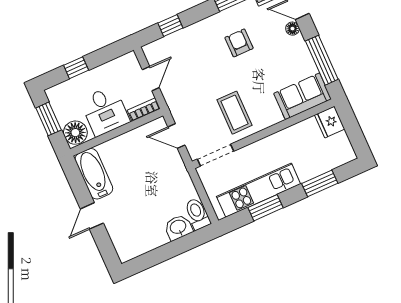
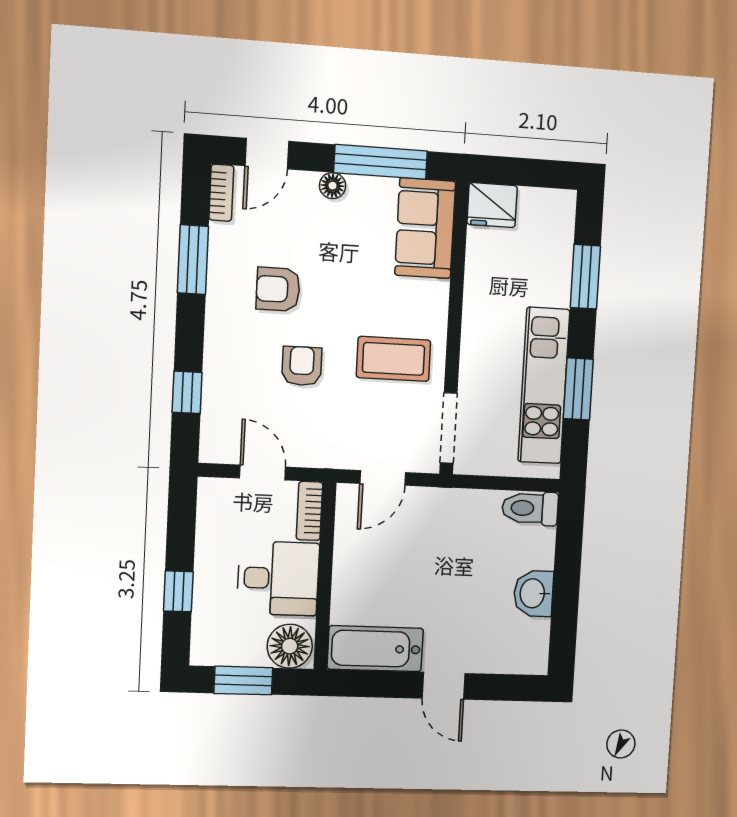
floor lamp: (292, 29) -> (333, 186), moved
armchair: (209, 72) -> (302, 366), added
washbasin: (178, 227) -> (533, 593), moved

